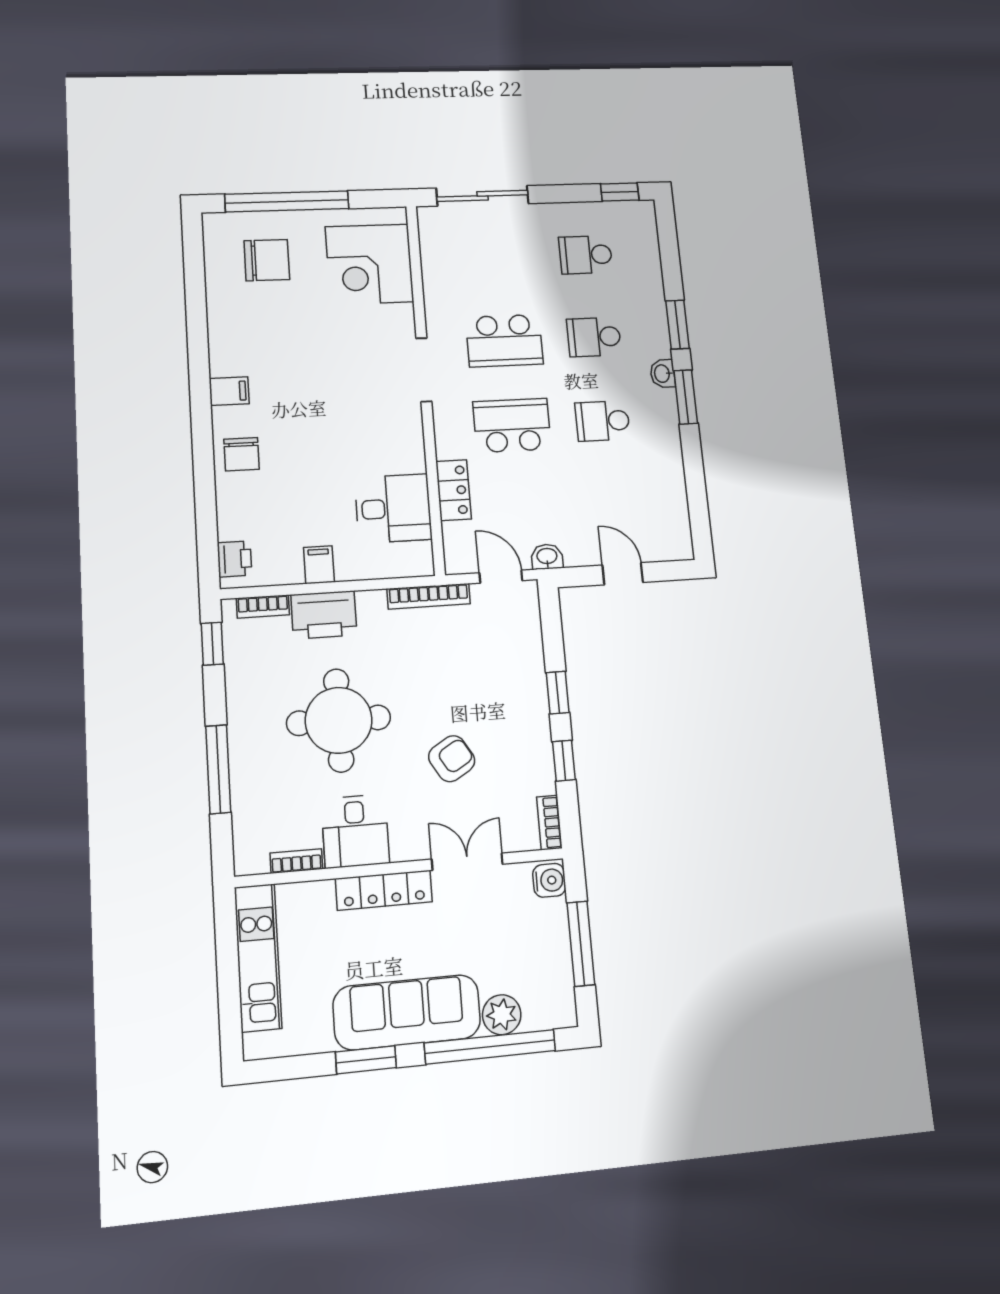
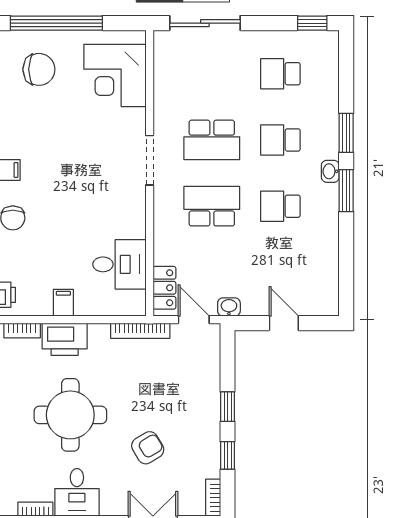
locker: (454, 490) -> (164, 288), moved

